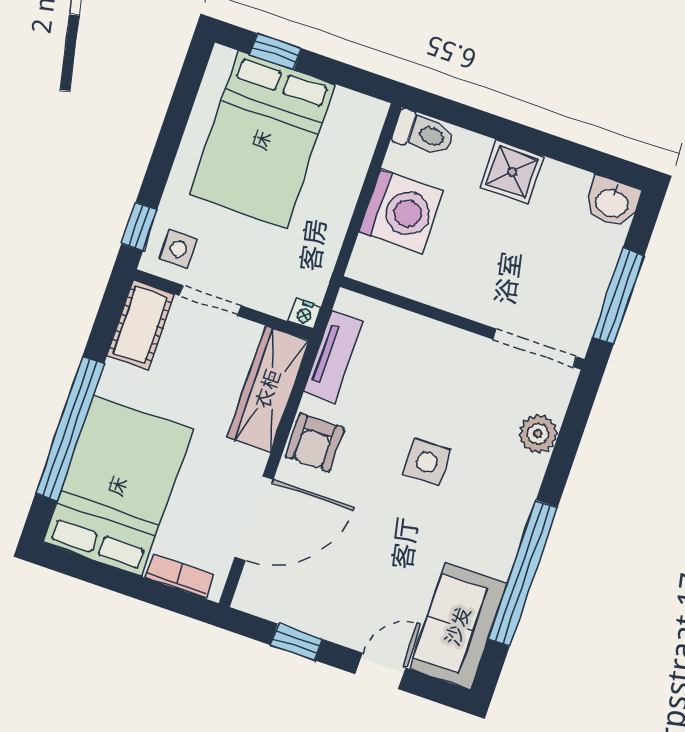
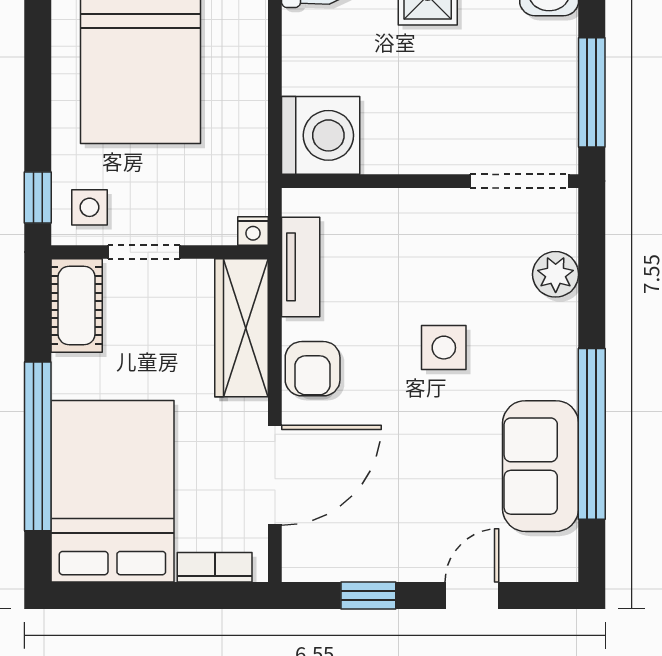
washing machine: (401, 211) -> (321, 135), moved
sofa: (458, 626) -> (541, 466), moved

